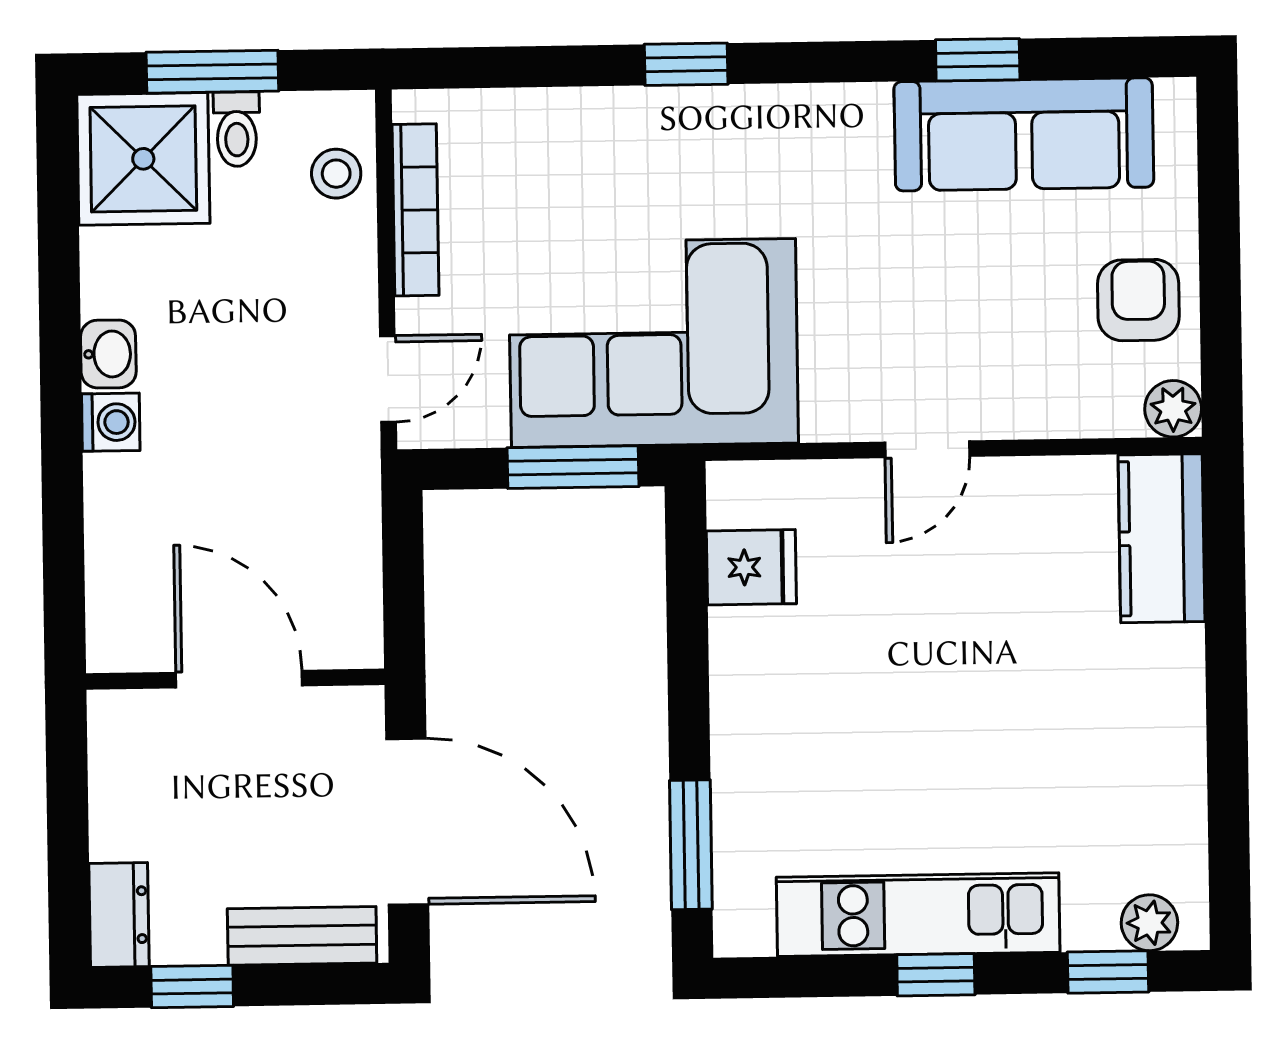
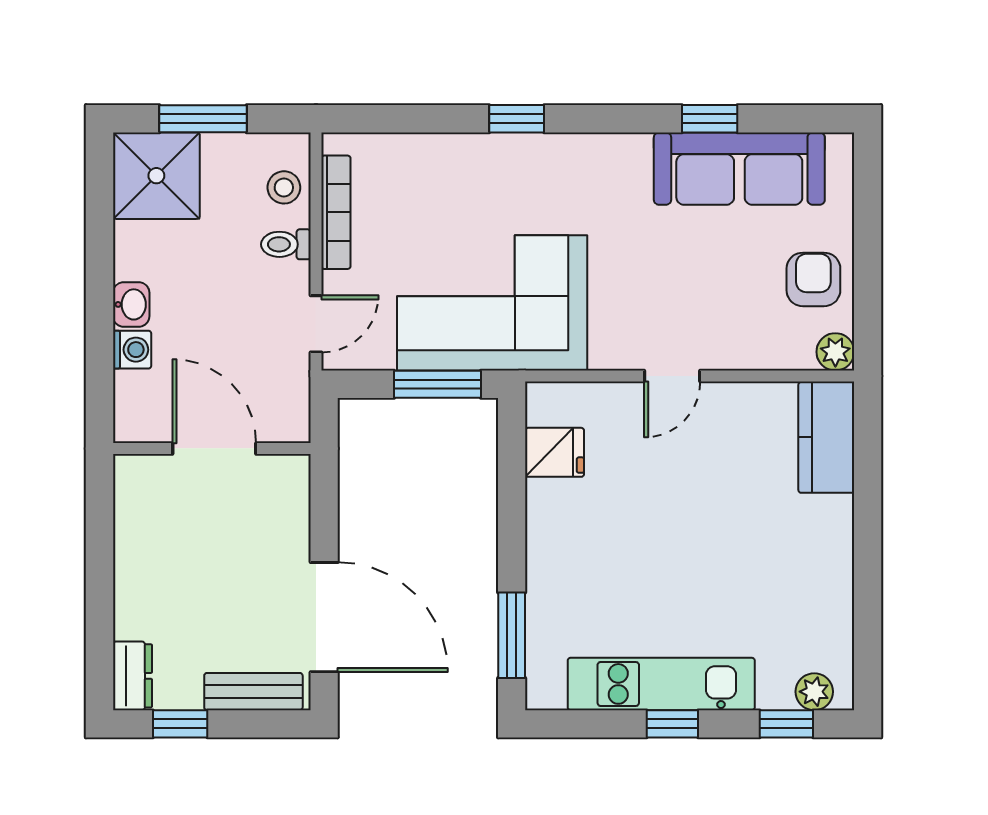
toilet: (237, 129) -> (286, 244), moved, turned 90
wall: (235, 679) -> (212, 448), moved
door: (239, 679) -> (214, 448), moved

